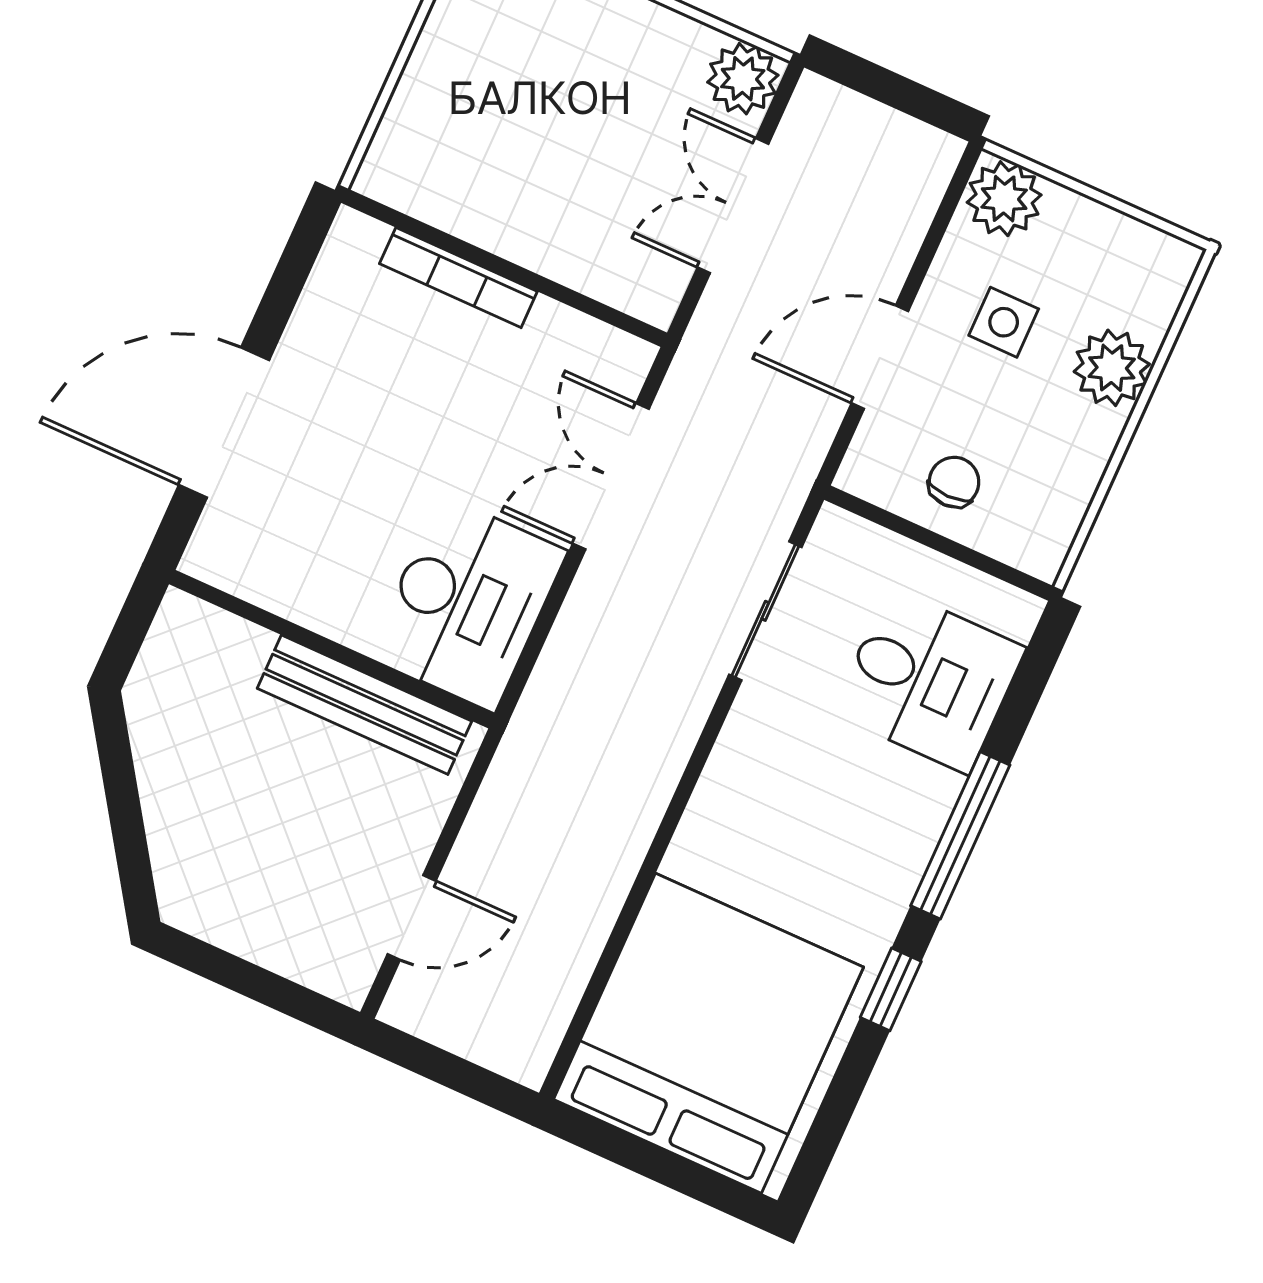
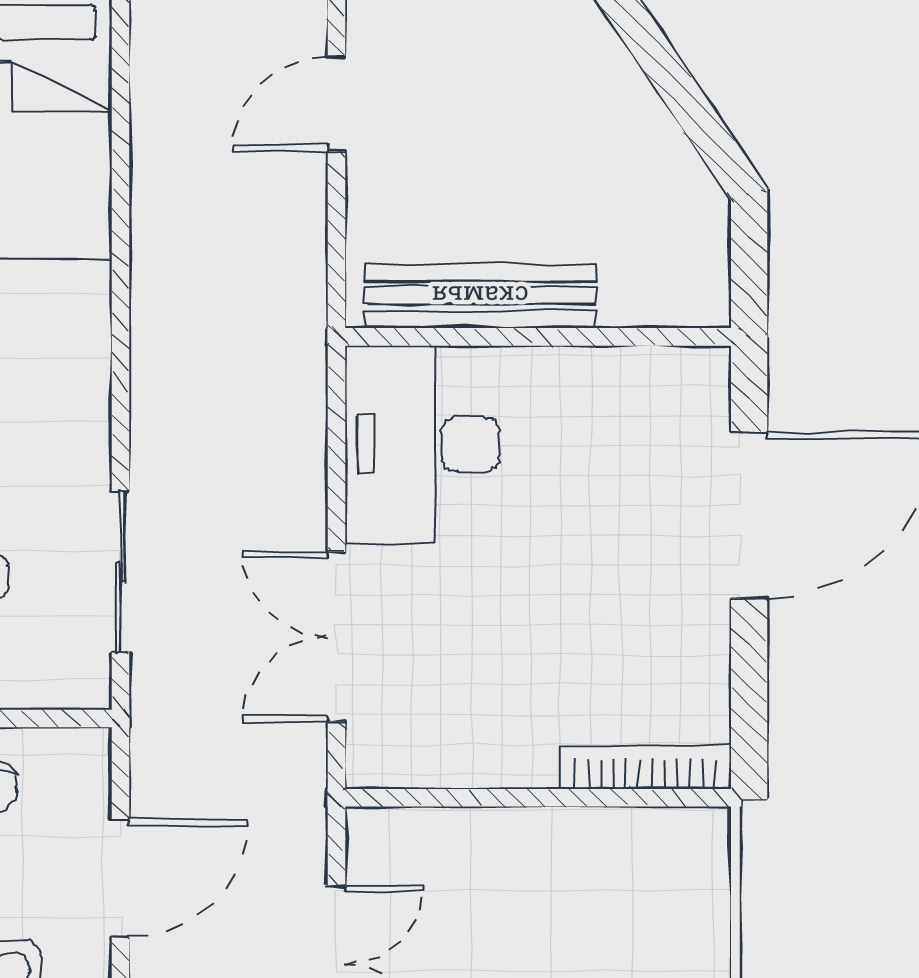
bookcase: (458, 278) -> (645, 767), moved
double door: (611, 476) -> (336, 637), swing flipped

